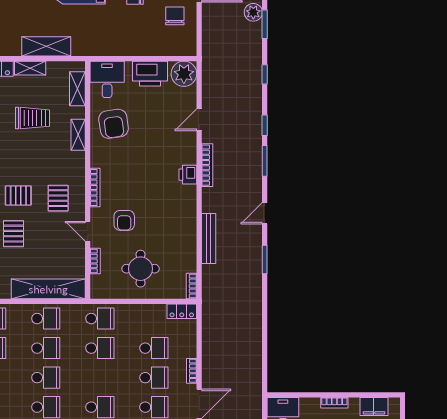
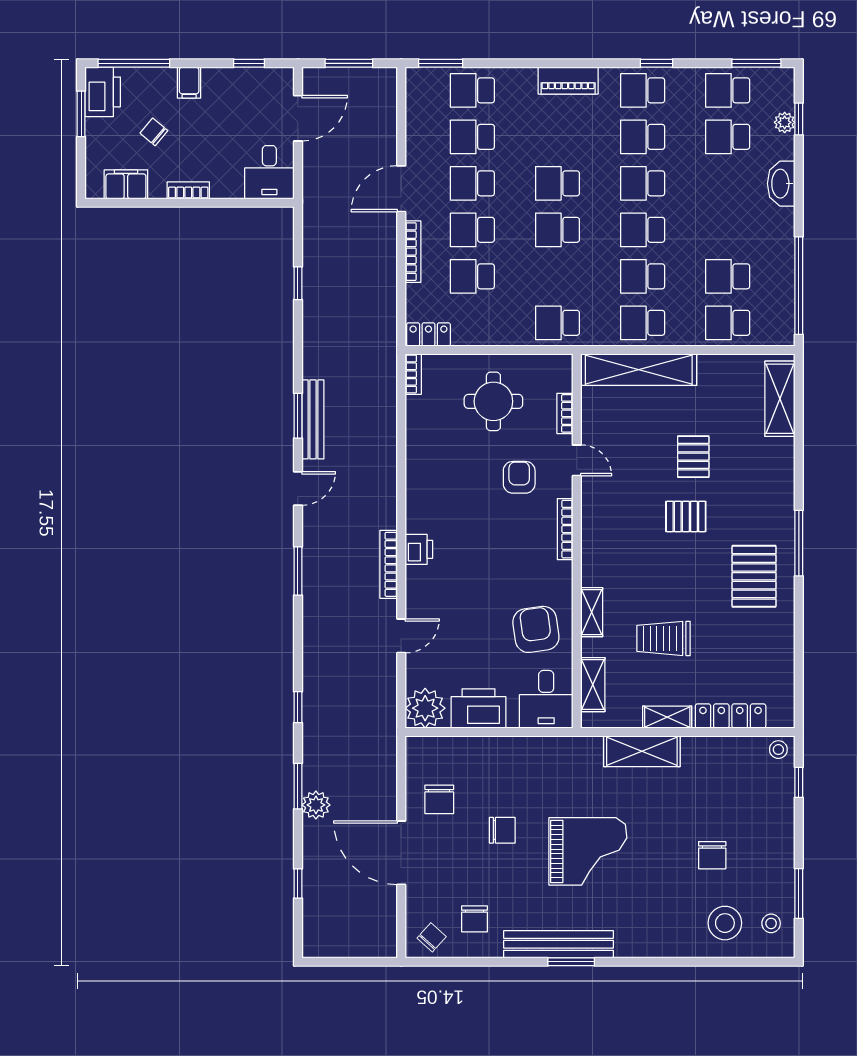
window: (265, 125) -> (298, 283), moved
pallet: (58, 198) -> (623, 512), removed
bench: (209, 238) -> (313, 419), moved
school desk: (100, 348) -> (558, 230), moved
bookcase: (192, 371) -> (413, 252), width x1.56

